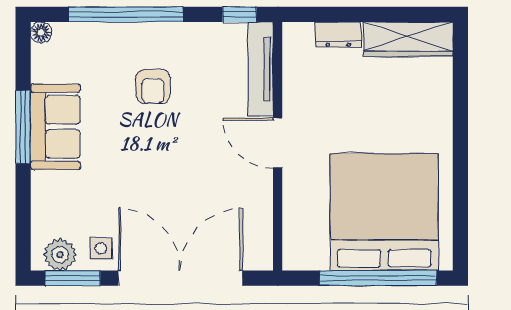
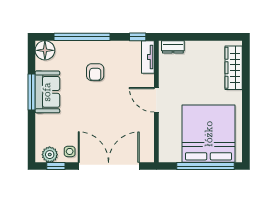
floor lamp: (41, 32) -> (45, 50), width x1.89, depth x1.89
dresser: (338, 35) -> (173, 47), moved
wardrobe: (408, 39) -> (234, 68), moved, turned 90
tv unit: (260, 69) -> (148, 57), width x0.71
window: (73, 278) -> (56, 166), width x0.67

